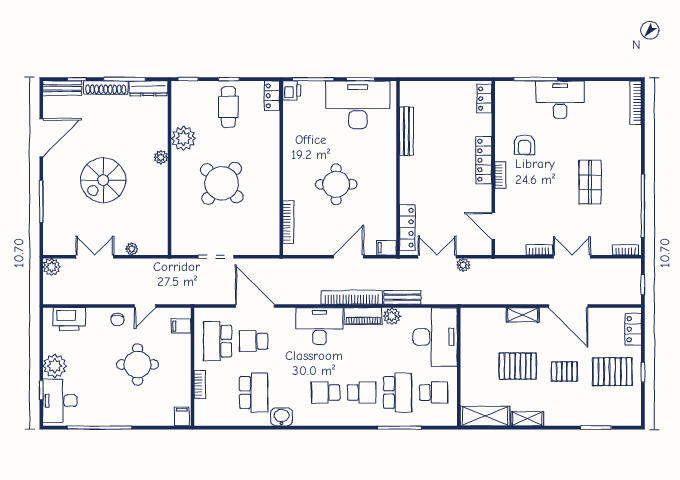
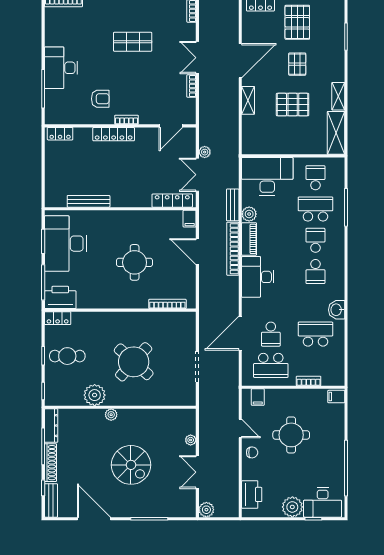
printer: (292, 90) -> (60, 297), width x1.87, depth x1.48
pallet: (518, 366) -> (293, 105), turned 90

